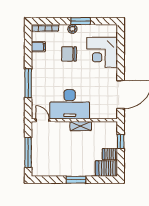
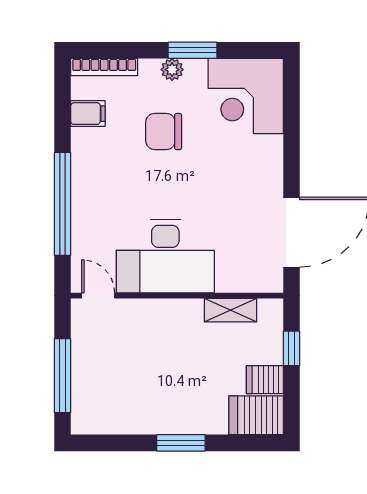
corner desk: (102, 52) -> (246, 96), moved
window: (28, 83) -> (62, 204), width x1.46
shelving: (81, 126) -> (231, 310), moved

